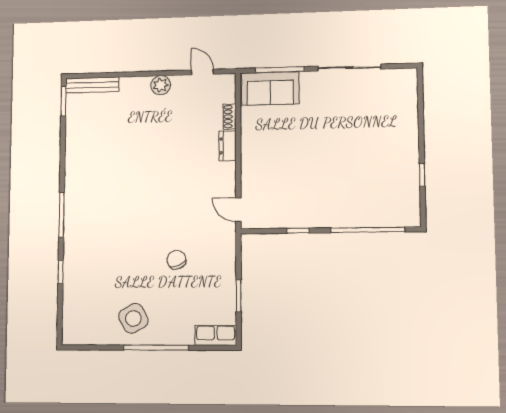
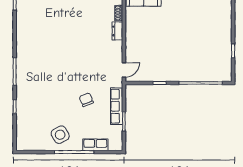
door: (238, 210) -> (124, 70), swing flipped
row of seats: (226, 270) -> (117, 106), added
row of seats: (216, 335) -> (95, 145), moved

